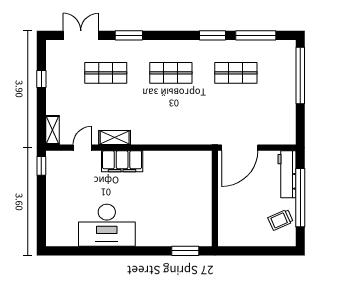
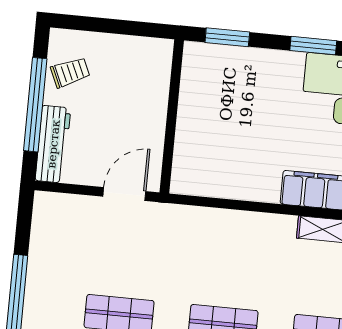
door: (240, 148) -> (124, 194), width x0.73
window: (131, 251) -> (313, 46), added

